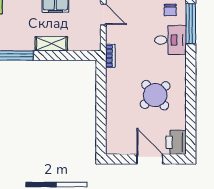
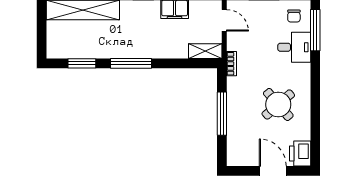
shelving: (51, 44) -> (205, 51), moved
window: (101, 104) -> (222, 114), added

